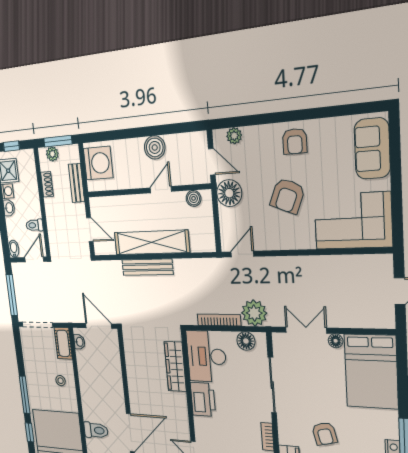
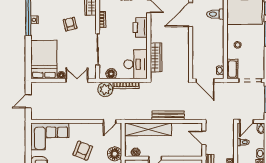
shelving: (151, 242) -> (148, 129), moved
double door: (306, 330) -> (77, 81), swing flipped
printer: (203, 399) -> (140, 28), moved

